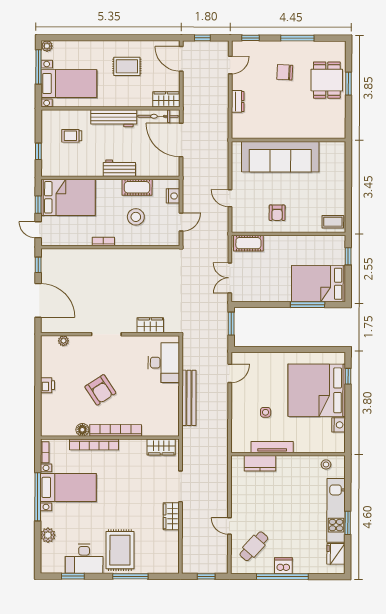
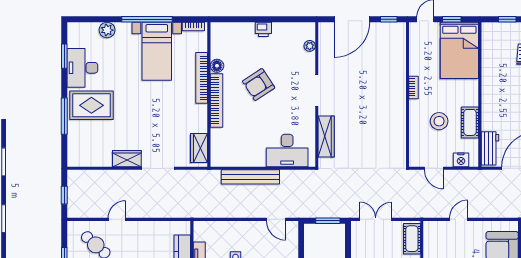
workbench: (119, 168) -> (490, 148), moved
wardrobe: (150, 325) -> (326, 136), width x1.50

